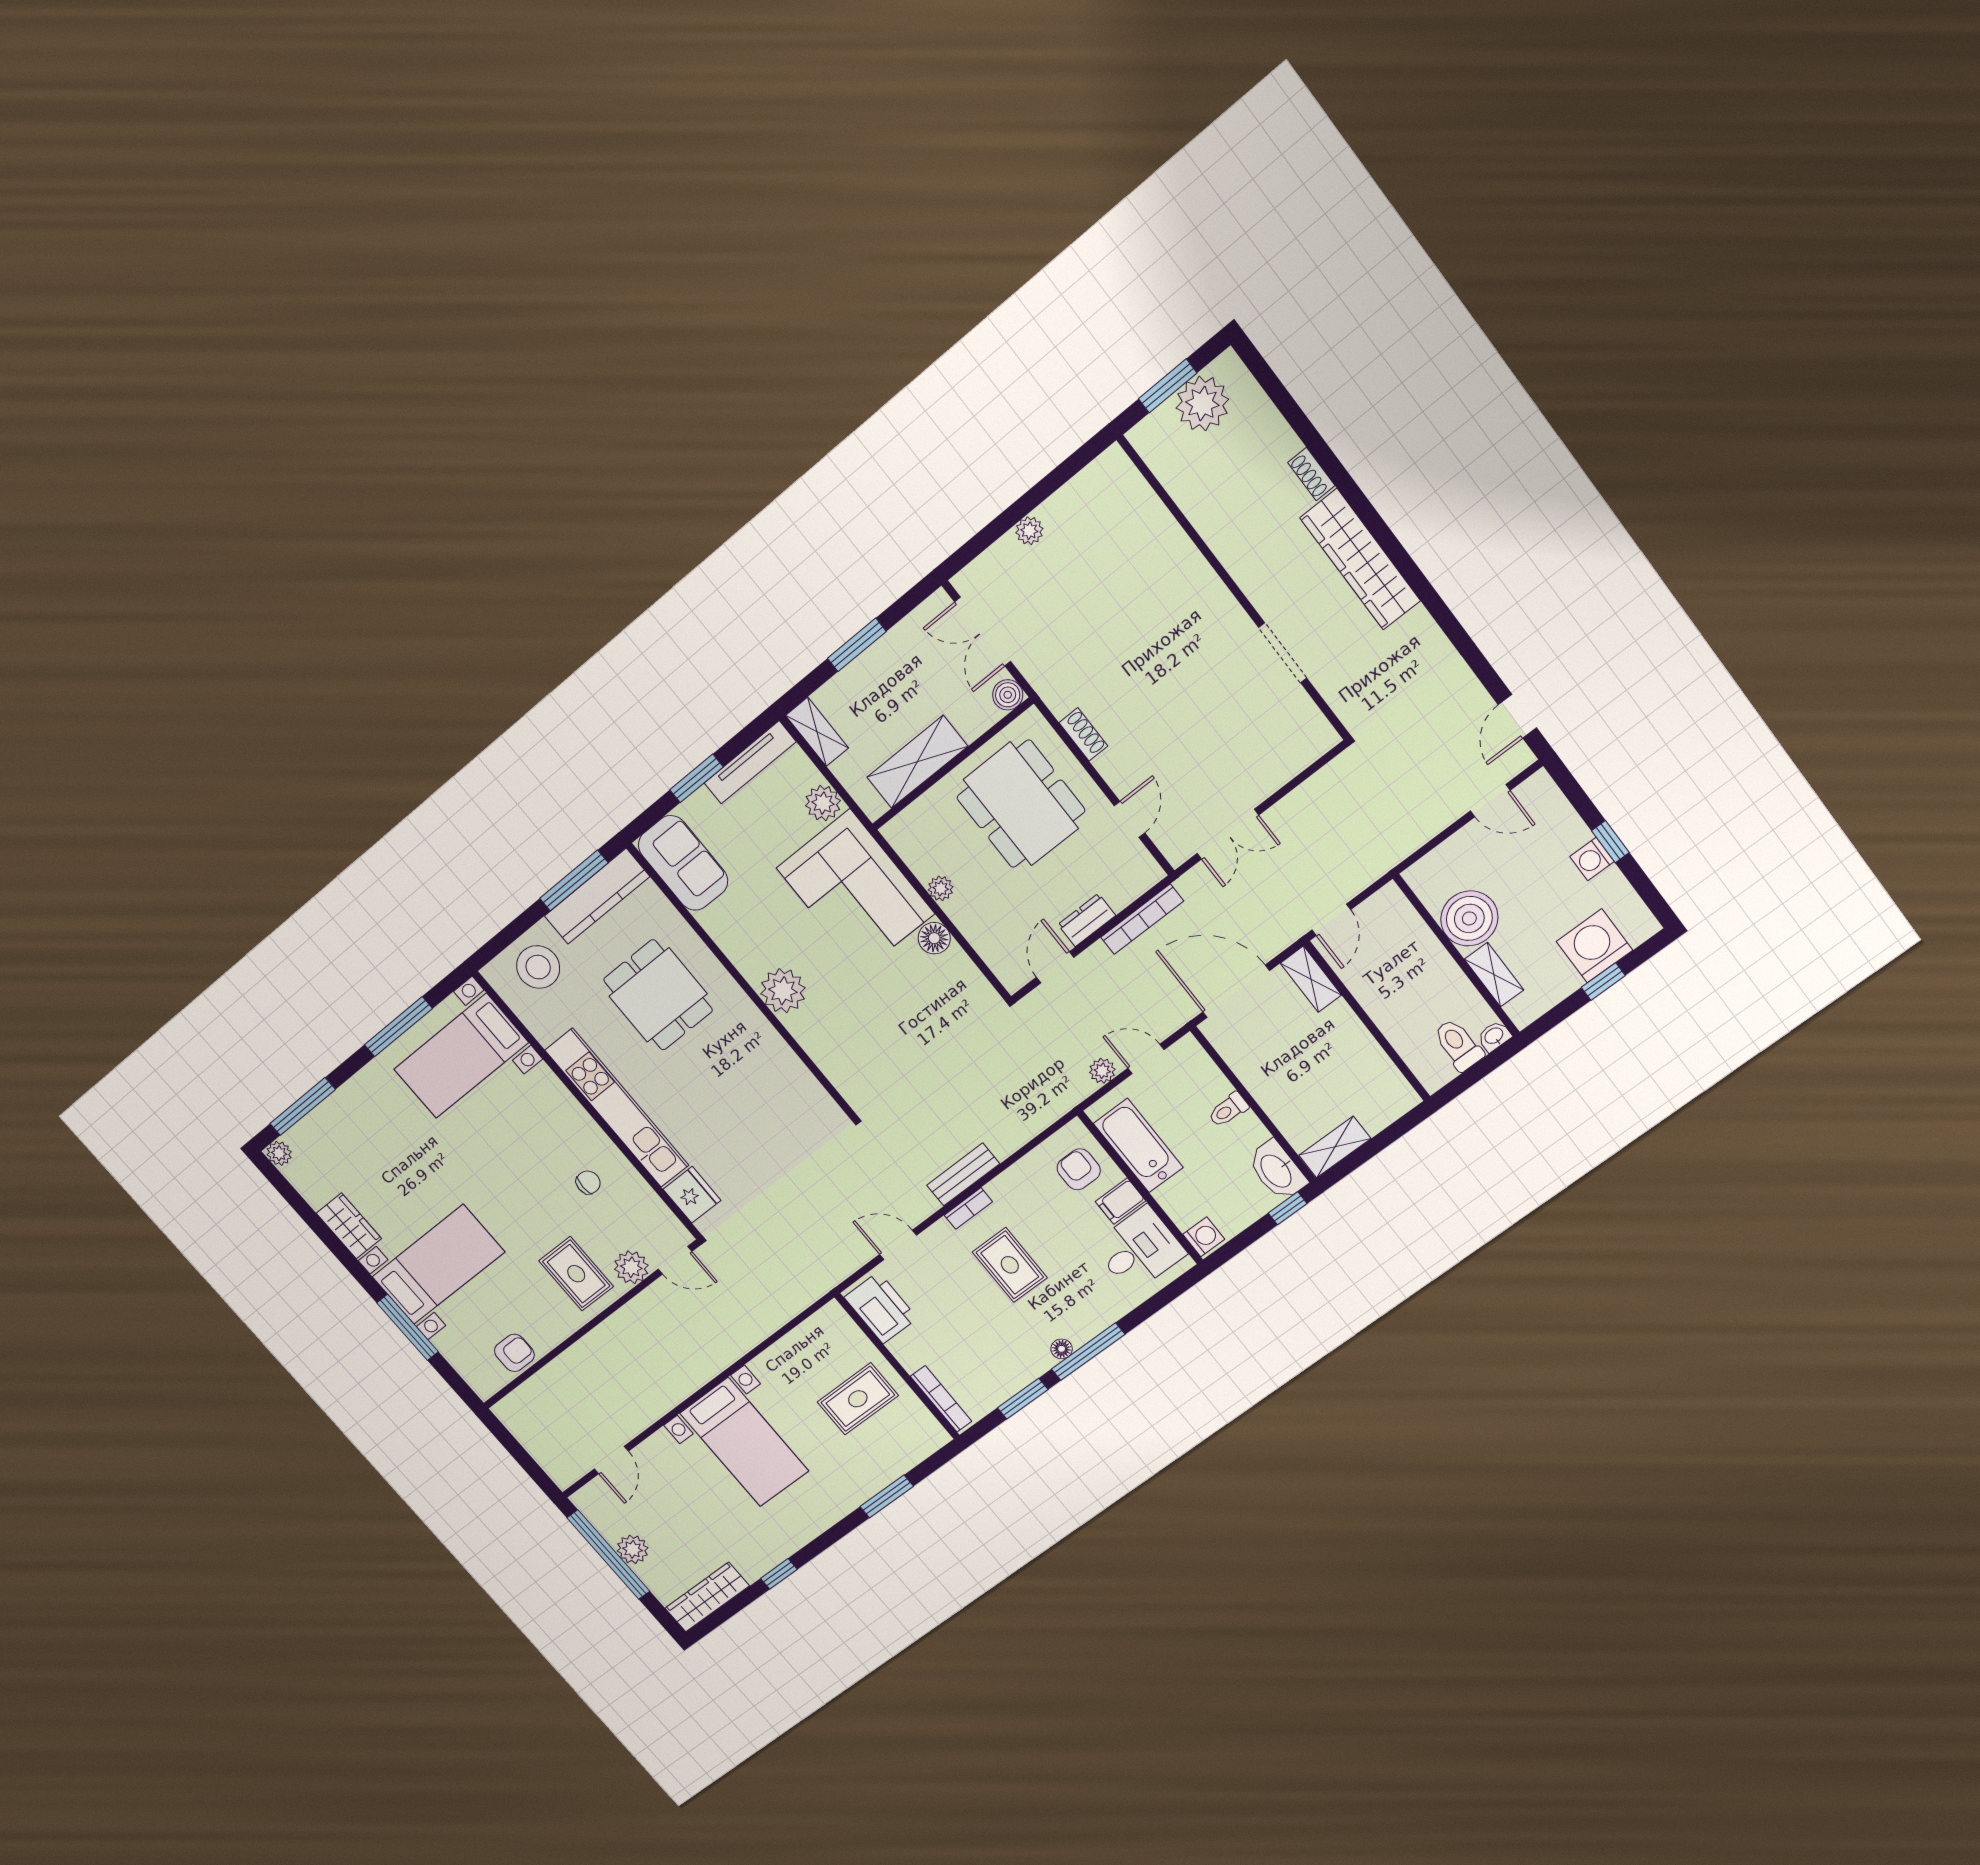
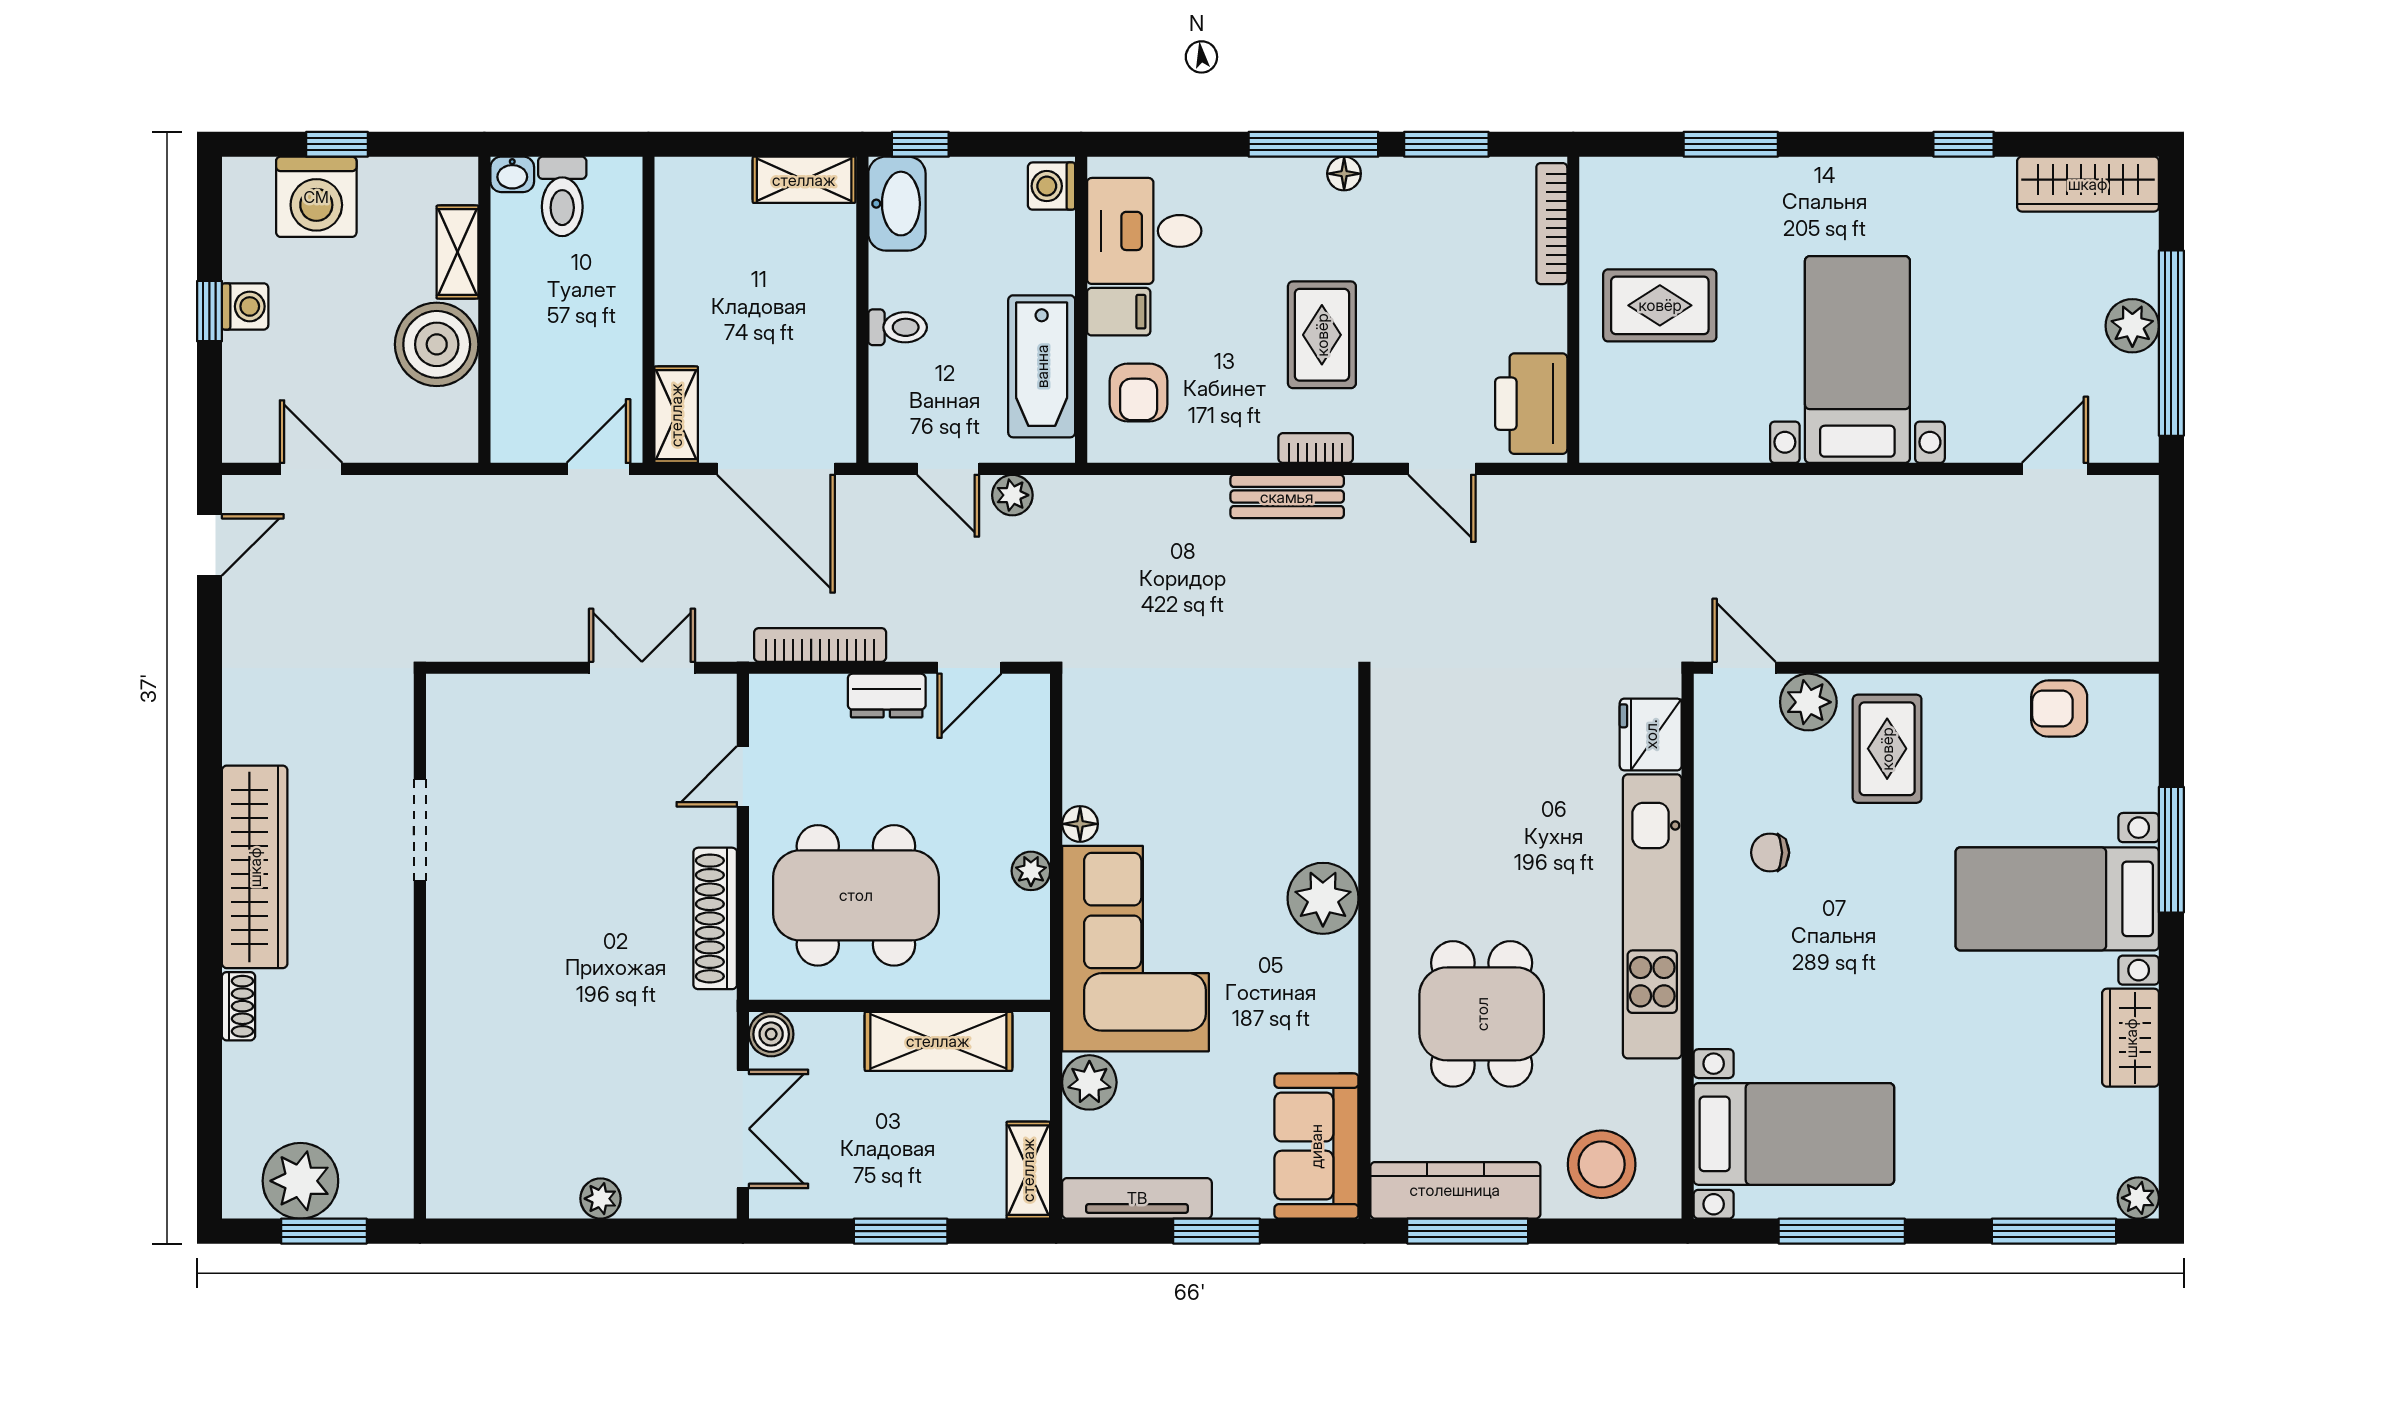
shoe rack: (1083, 734) -> (715, 918), width x1.94, depth x1.24
dining table: (1021, 804) -> (856, 895), turned 90
floor lamp: (934, 938) -> (1080, 824), width x0.73, depth x0.73

